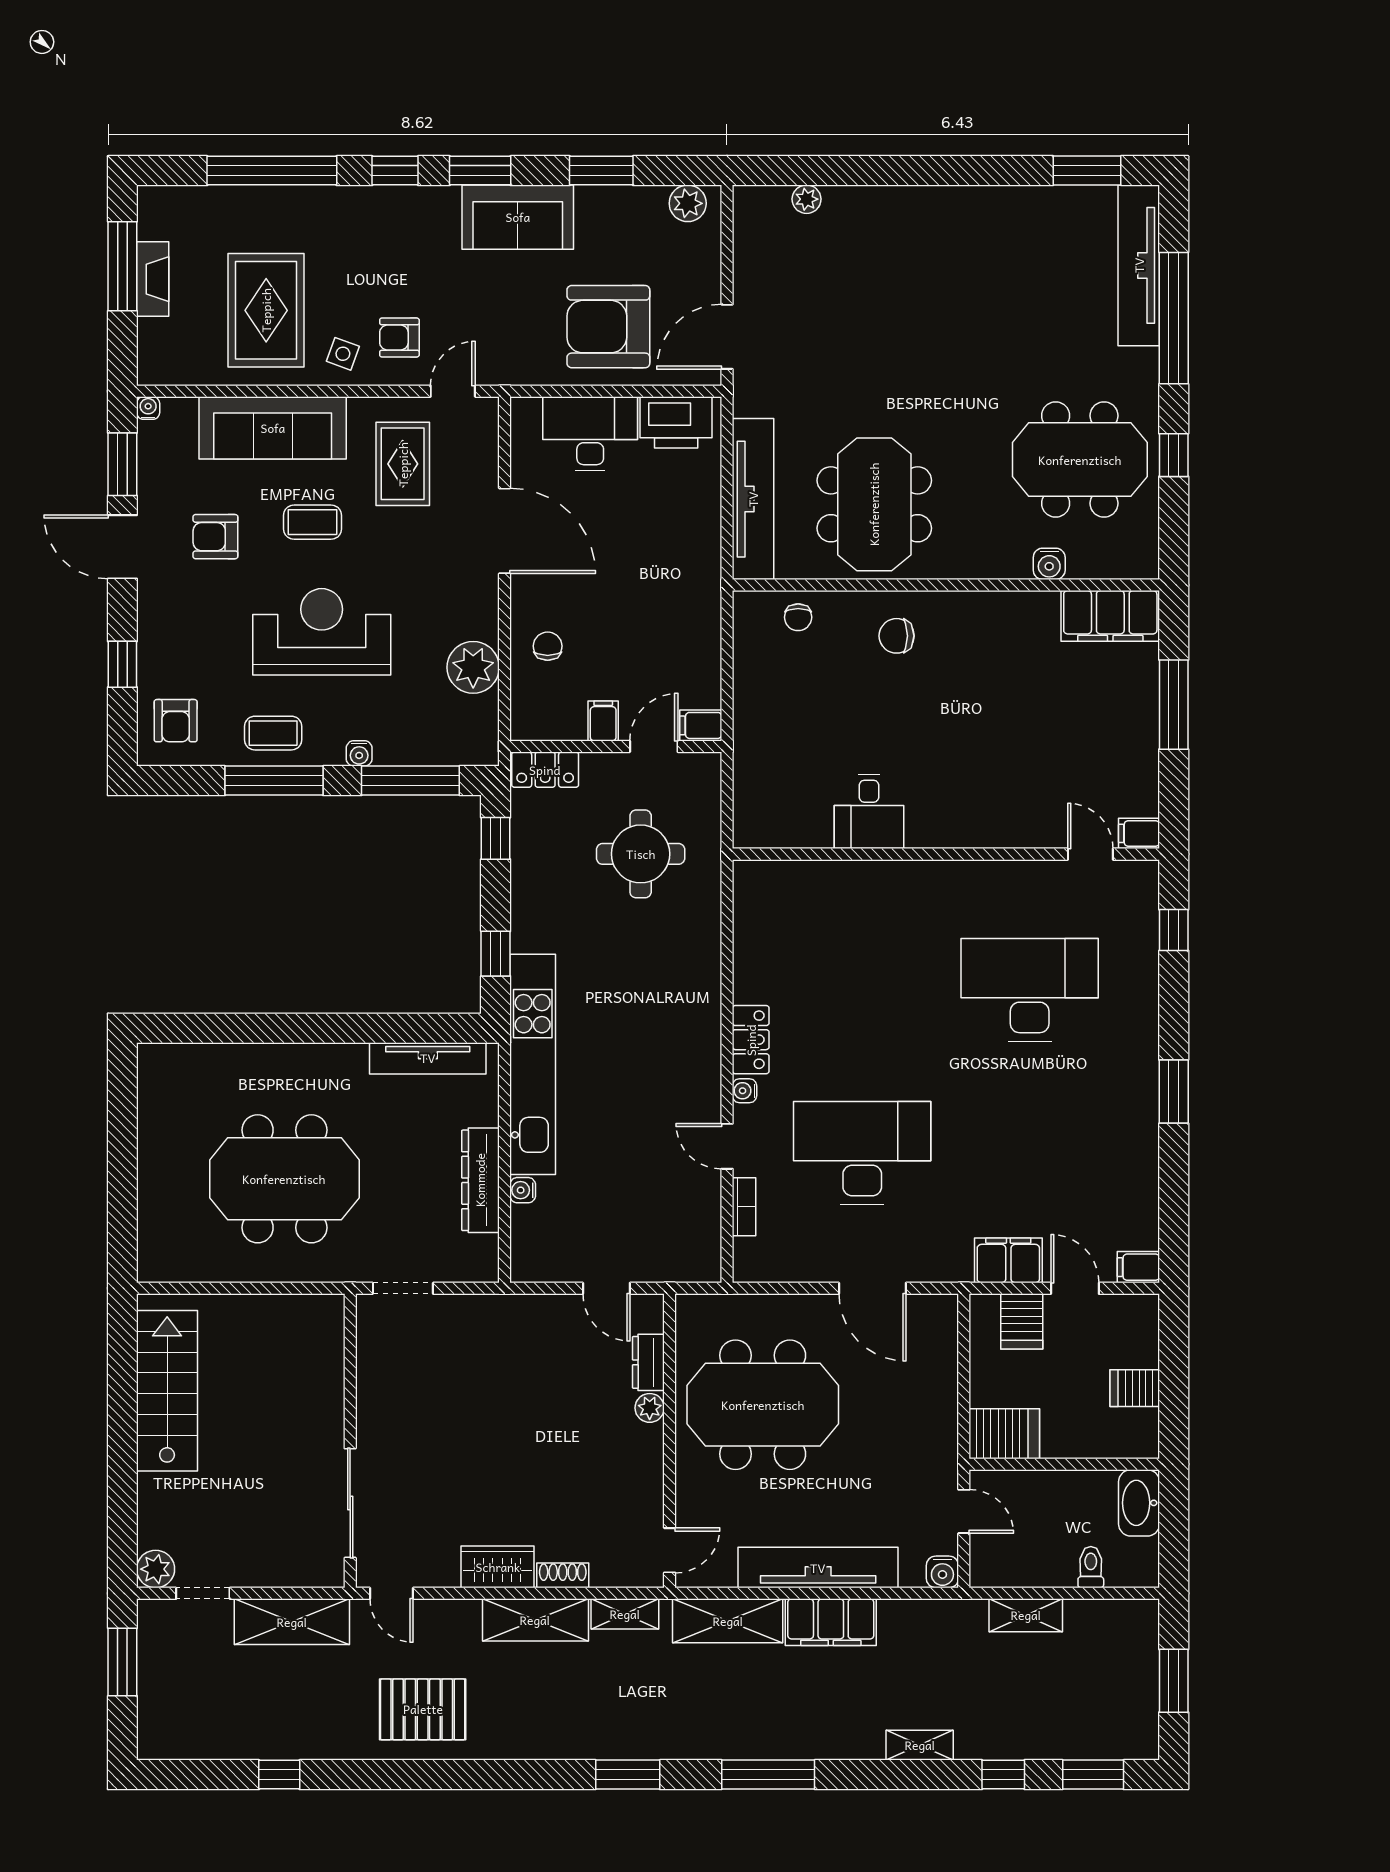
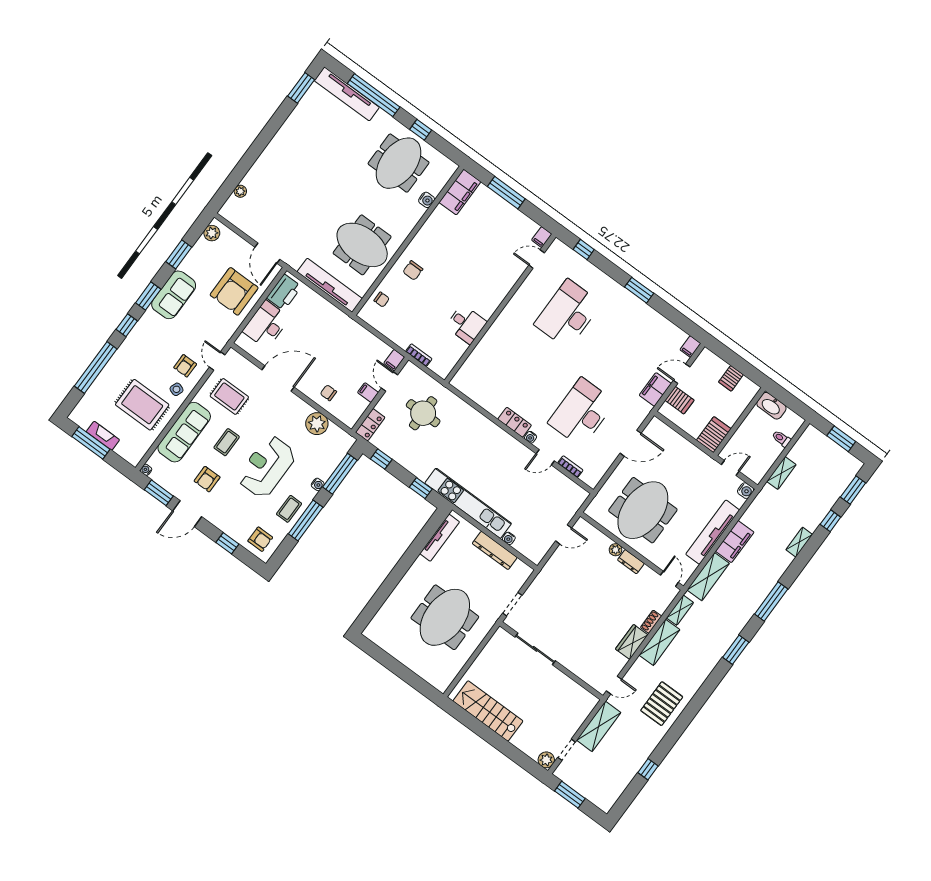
bookcase: (744, 765) -> (419, 355), added
dresser: (648, 1362) -> (631, 562), moved
sliding door: (350, 1503) -> (535, 649), moved

